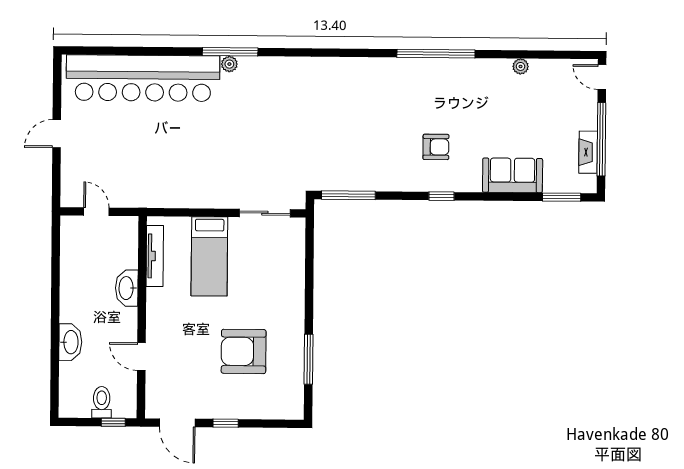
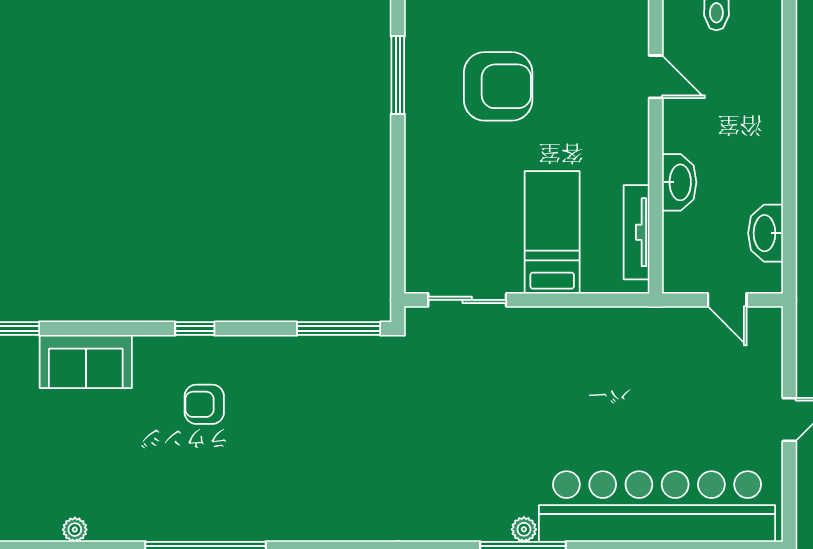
washbasin: (70, 342) -> (766, 233), moved

